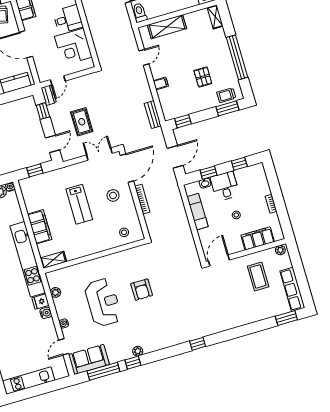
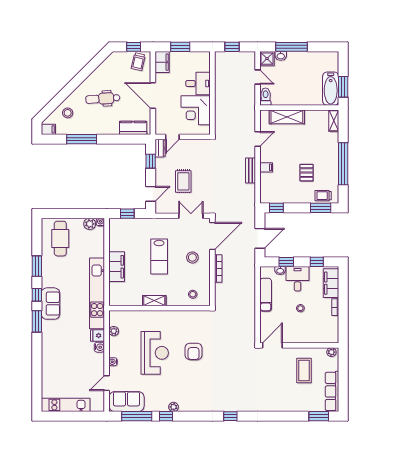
bench: (153, 115) -> (250, 171), moved
filing cabinet: (258, 238) -> (331, 283), moved, turned -90
shelving: (53, 260) -> (154, 301), moved

